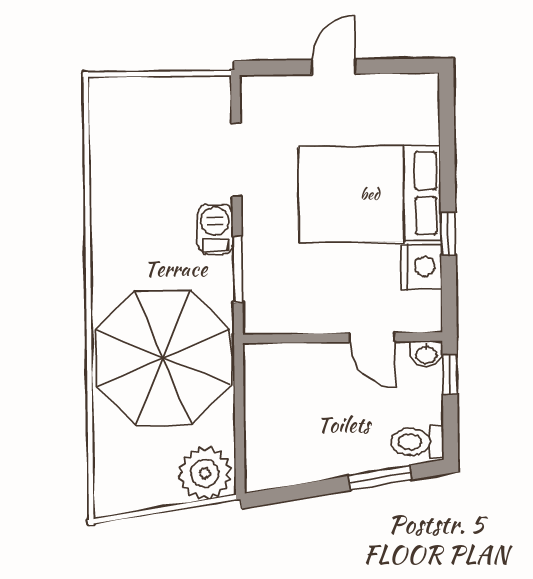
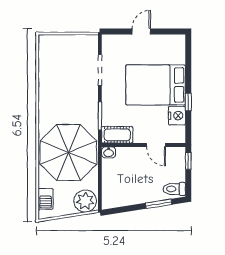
barbecue: (215, 229) -> (46, 199), moved, turned 180
cot: (279, 314) -> (117, 135), added
washbasin: (426, 354) -> (109, 152), moved

